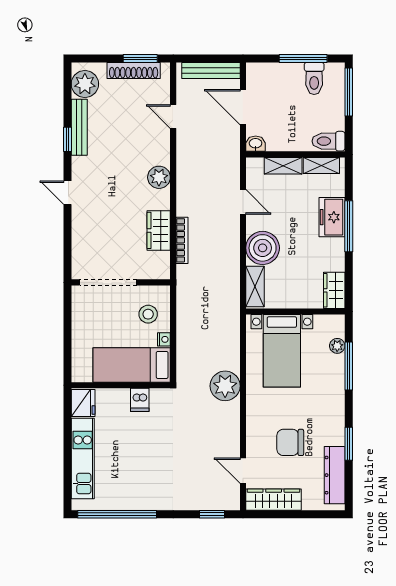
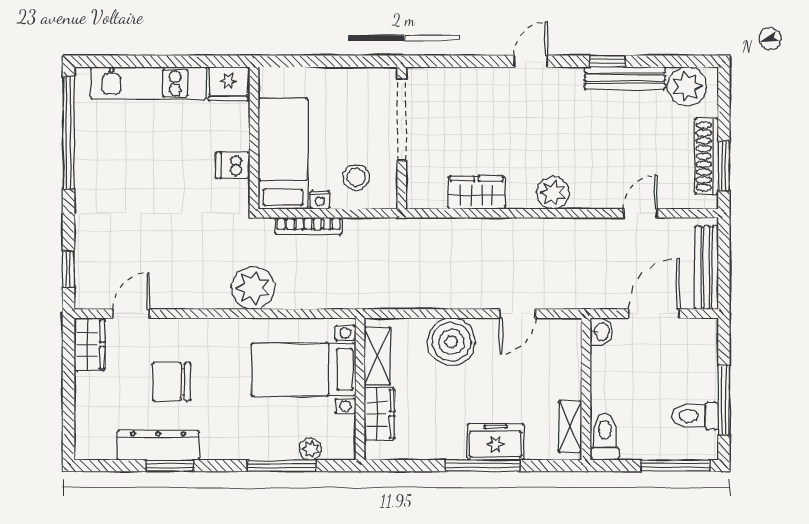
shelving: (283, 166) -> (570, 371), removed
bookcase: (182, 240) -> (308, 226), moved
shelving: (255, 287) -> (377, 356), moved, turned 90
wardrobe: (334, 290) -> (379, 414), moved, turned 90
chair: (290, 442) -> (172, 382), turned -90
dresser: (335, 475) -> (158, 445), moved
wardrobe: (274, 500) -> (89, 344), width x0.67

